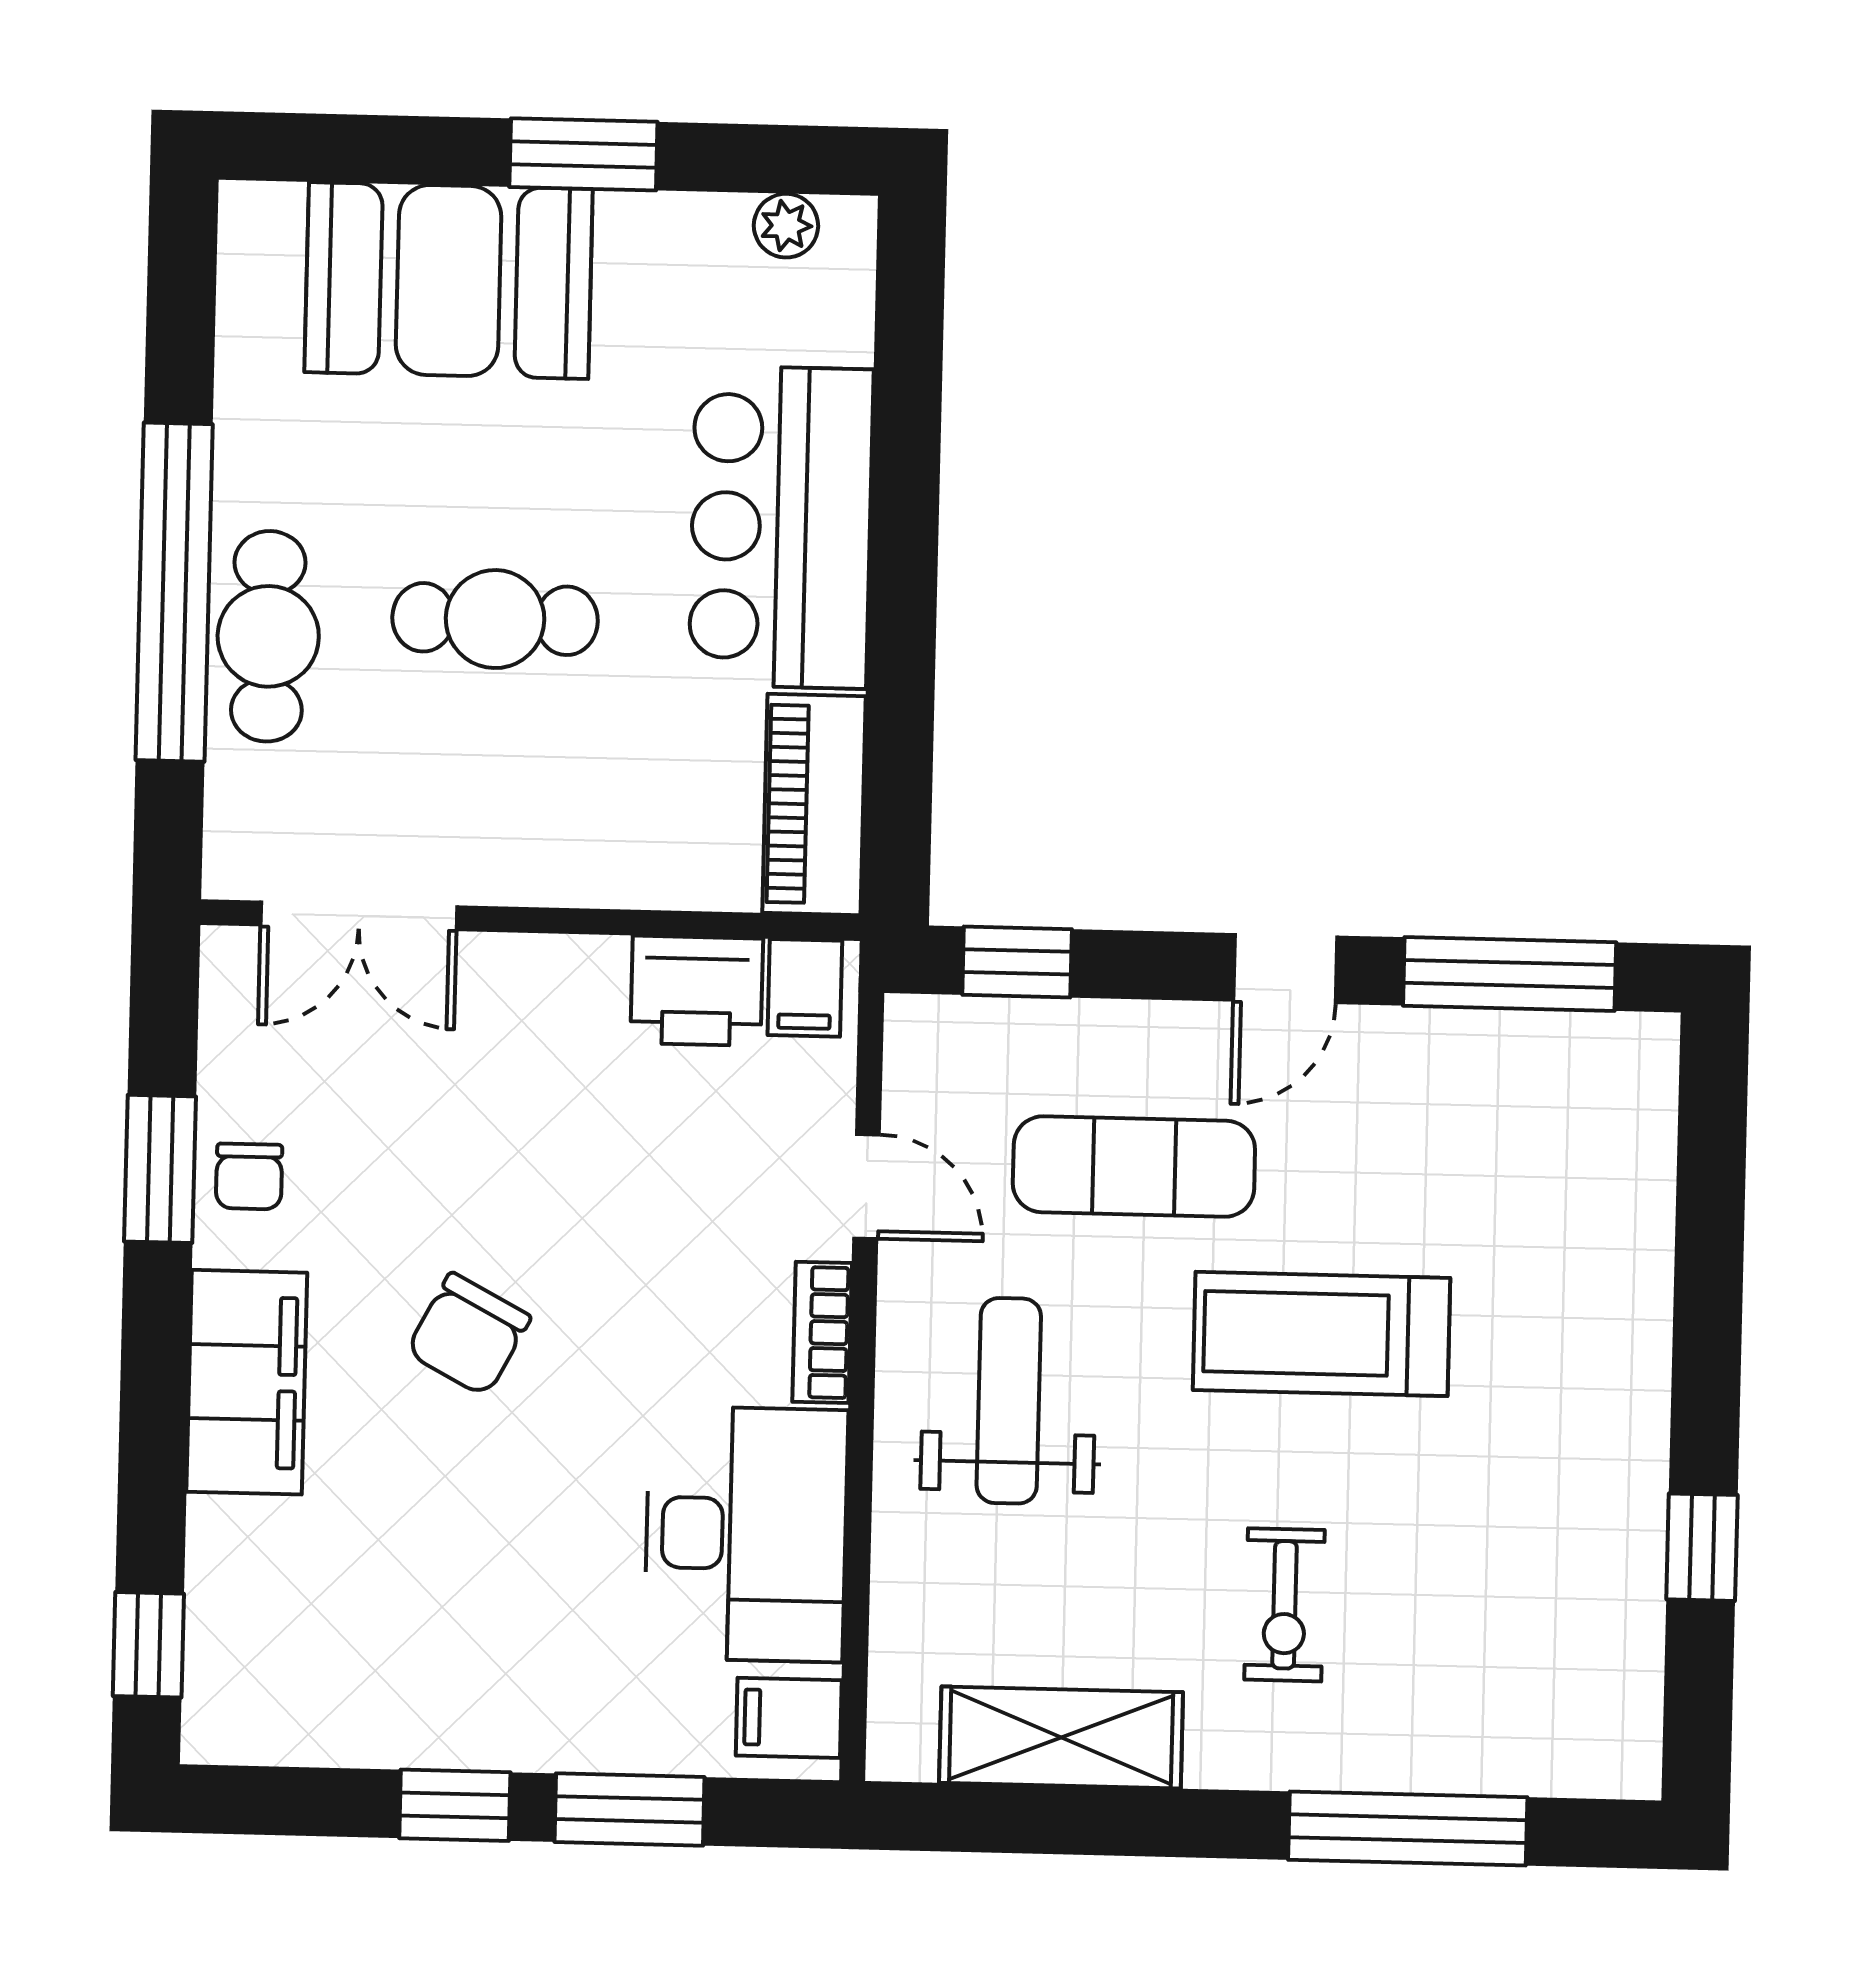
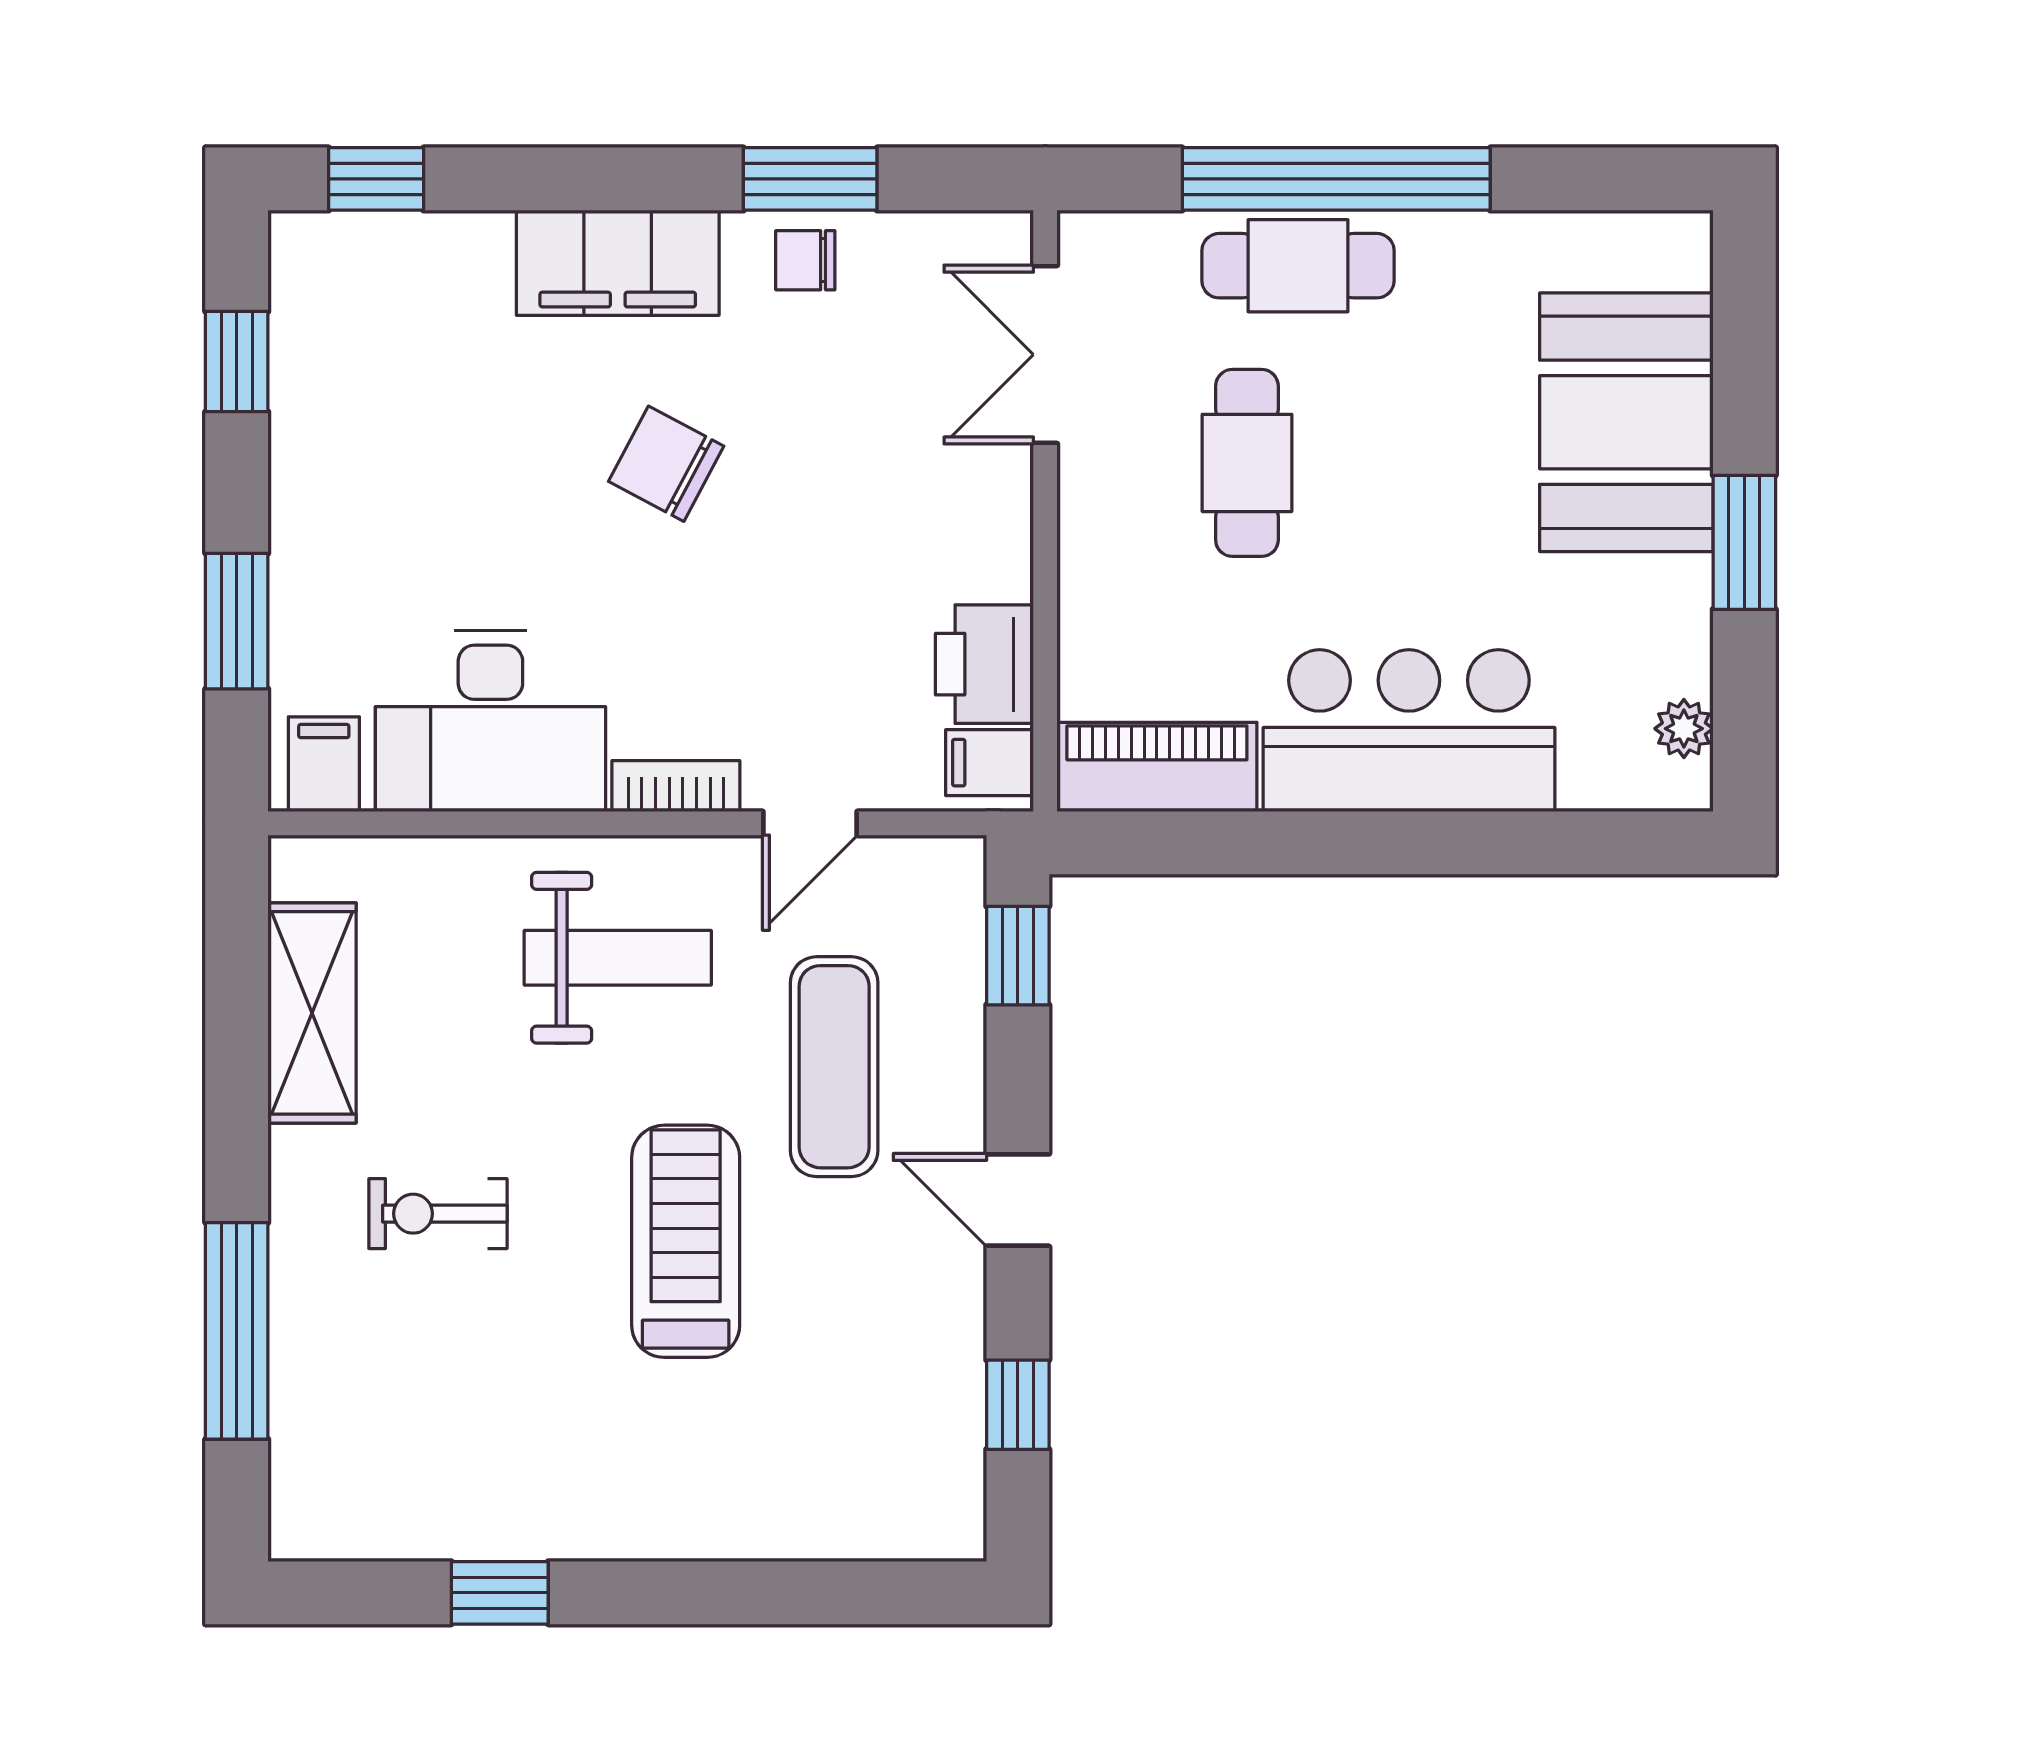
cafe table: (495, 619) -> (1247, 463), moved
window: (1510, 974) -> (1018, 1405), width x0.46
window: (455, 1805) -> (237, 362), moved

